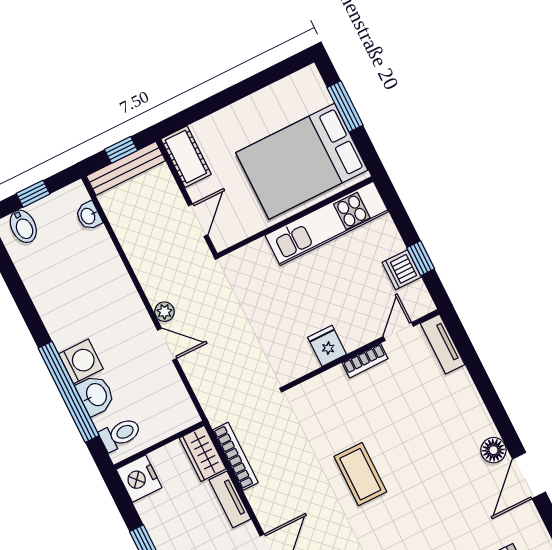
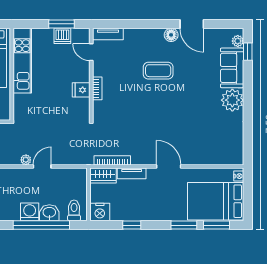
window: (421, 258) -> (61, 24), width x1.50
bookcase: (365, 361) -> (97, 88), moved
coffee table: (360, 474) -> (158, 71), moved

